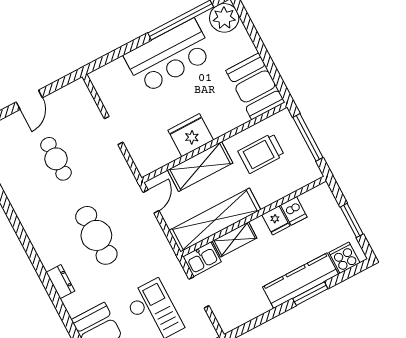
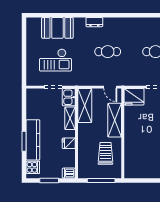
booth: (255, 86) -> (140, 168), removed
fridge: (191, 135) -> (134, 97), moved, turned 90
dishwasher: (294, 211) -> (69, 173), moved
shelving: (215, 220) -> (85, 106), width x0.68
cafe table: (96, 235) -> (108, 52), width x0.73, depth x0.74

